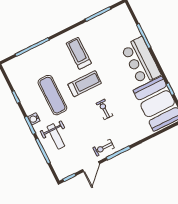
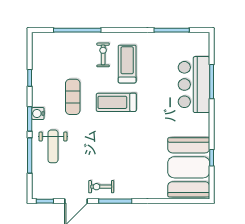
bar counter: (141, 61) -> (194, 85), moved
treadmill: (85, 84) -> (116, 102), turned 180
exercise mat: (52, 95) -> (73, 97), width x0.73, depth x0.69
exercise bike: (104, 109) -> (103, 55), moved

